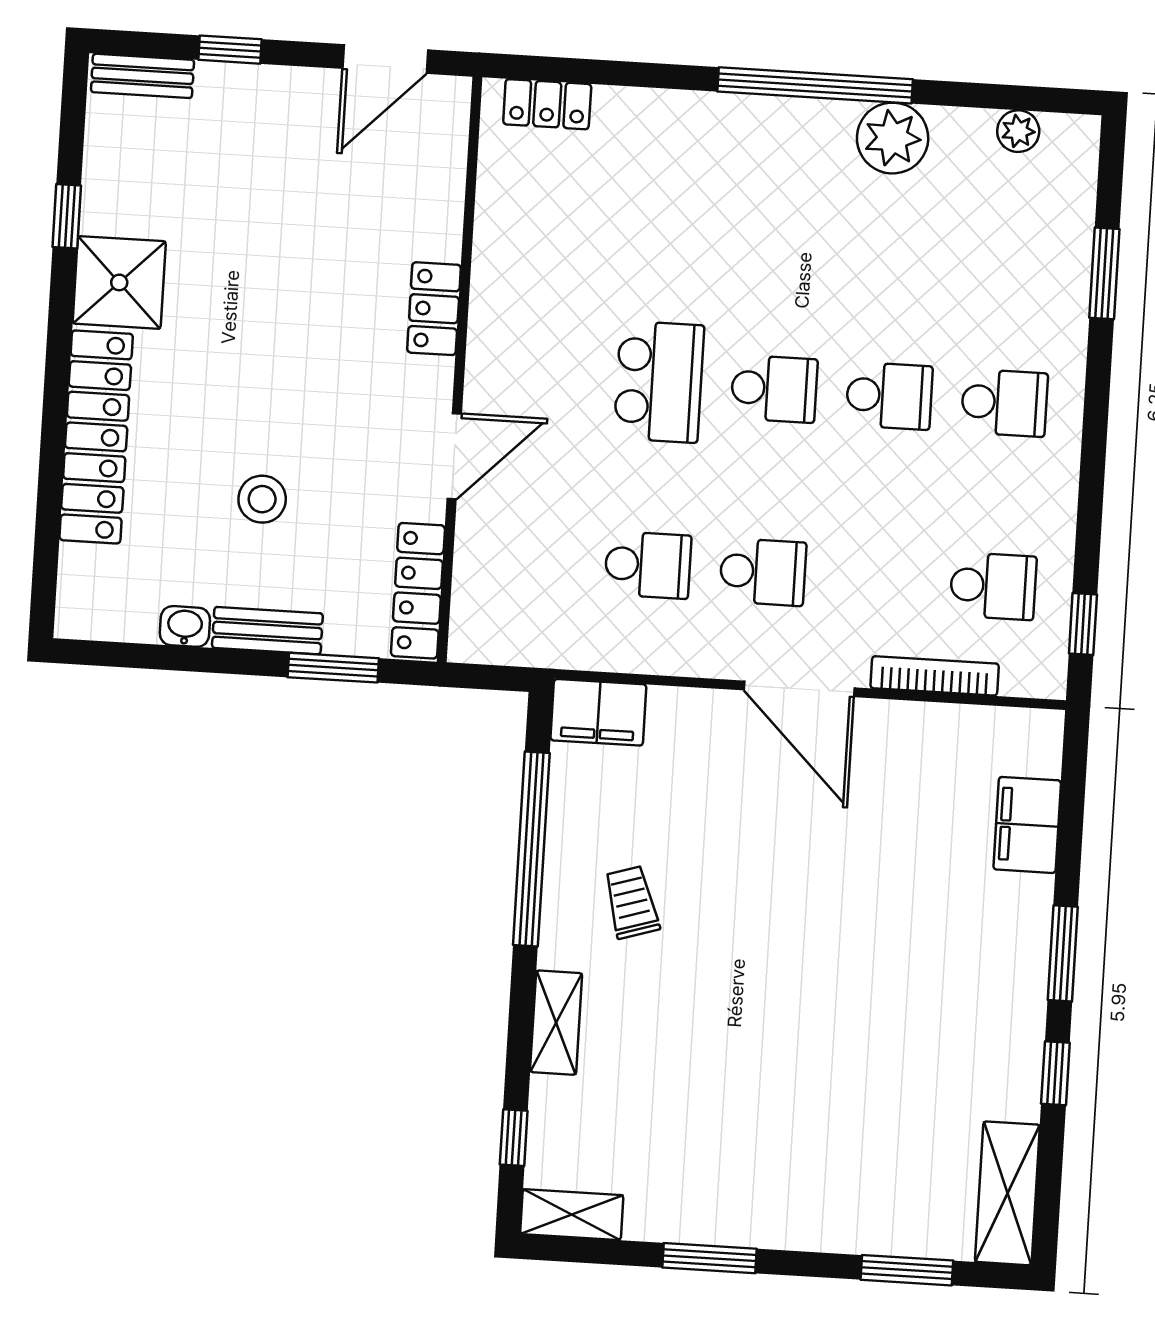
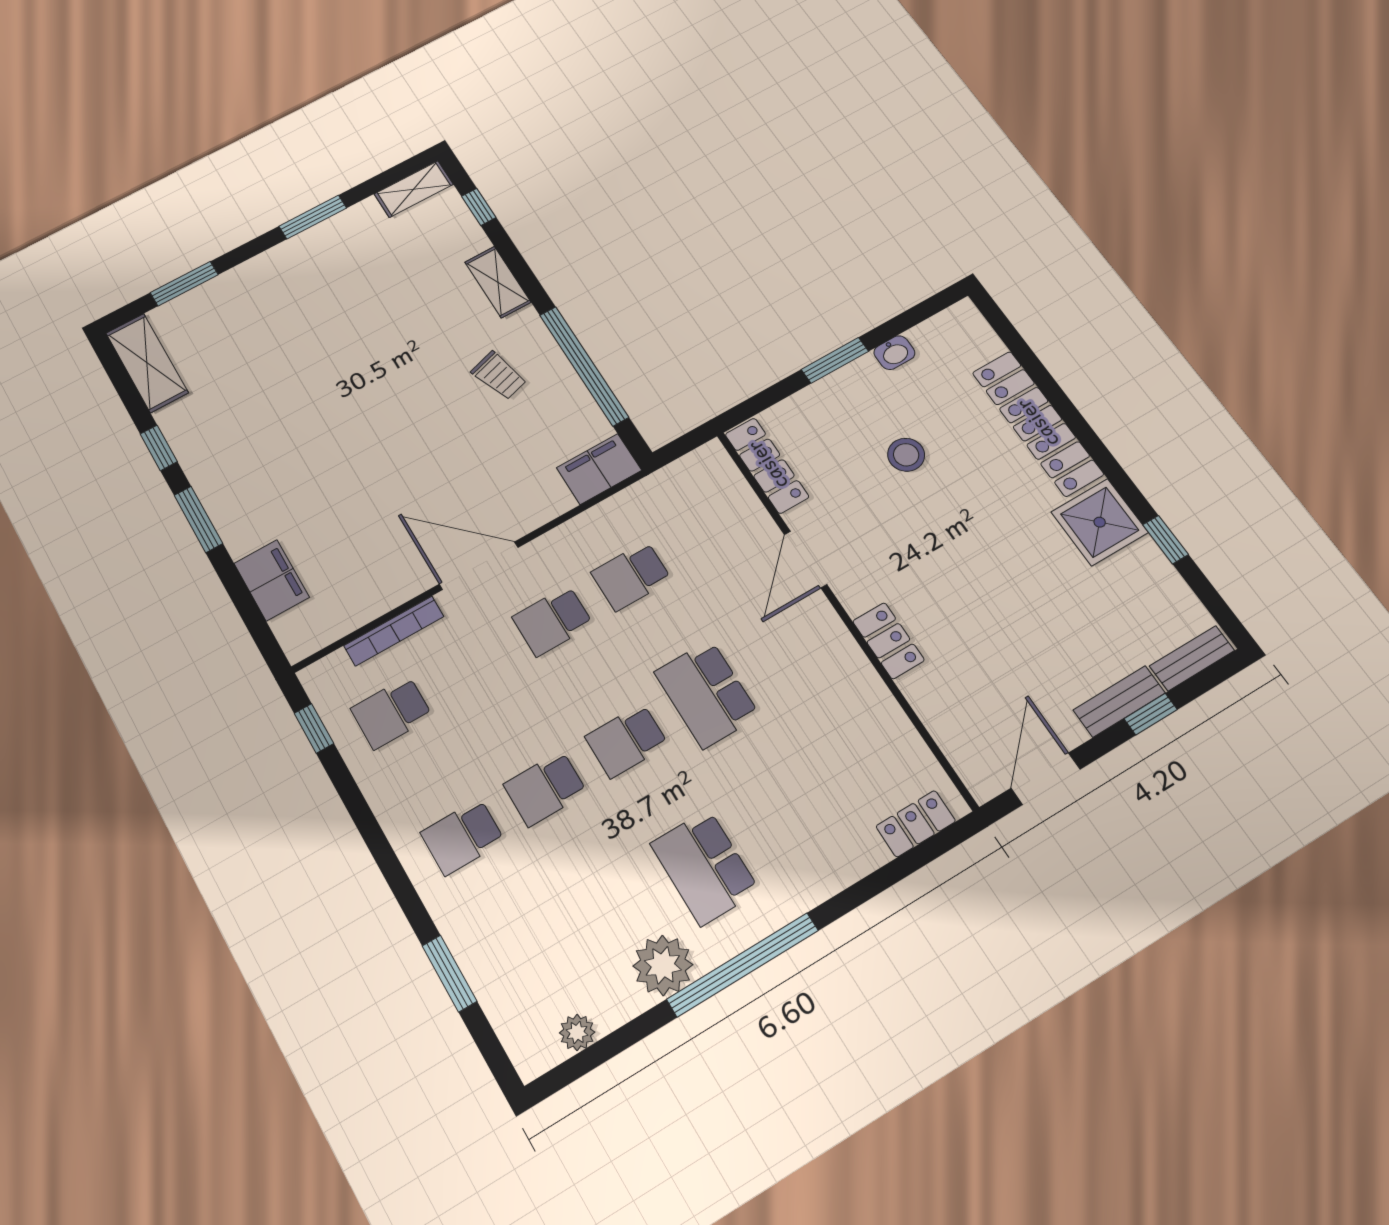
school desk: (785, 206) -> (705, 867), added
bench: (267, 631) -> (1119, 701), moved
window: (333, 668) -> (835, 360), moved

